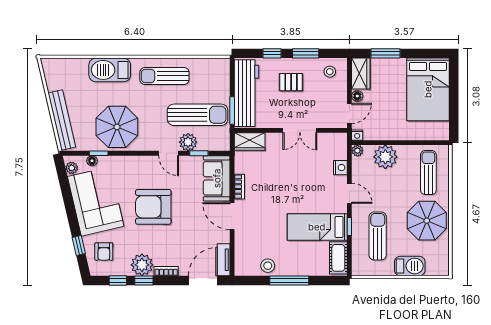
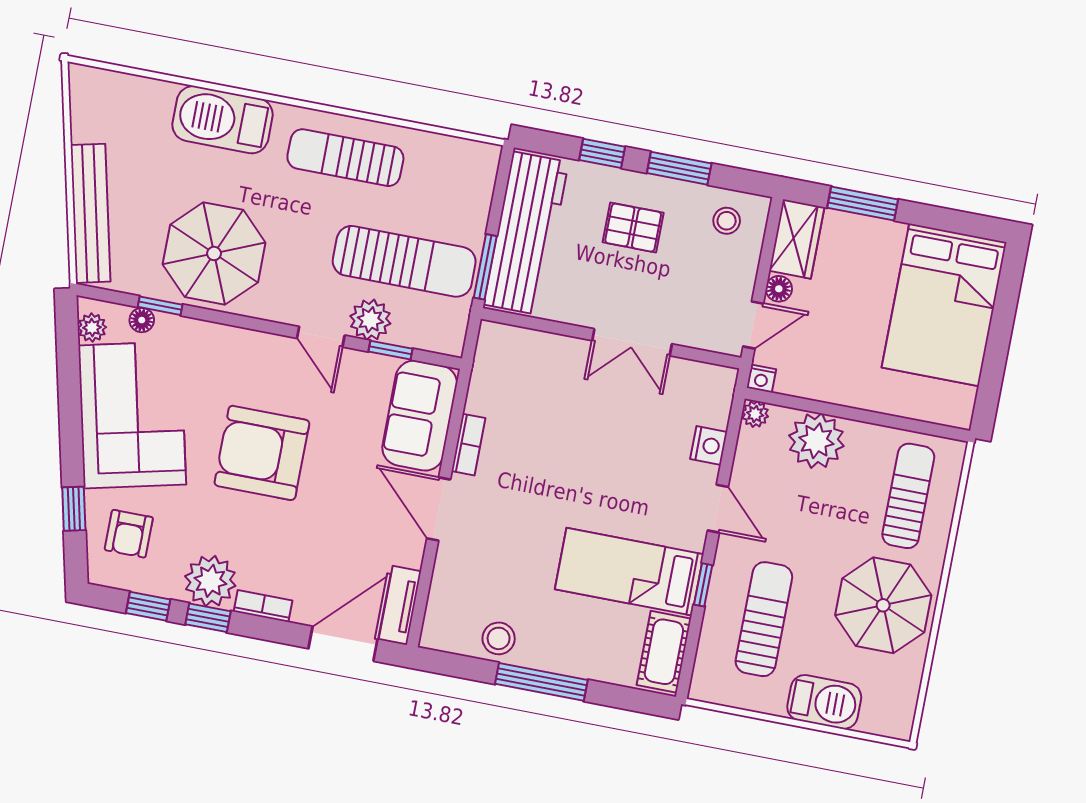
wardrobe: (250, 142) -> (512, 346), removed

